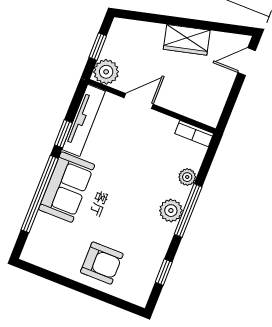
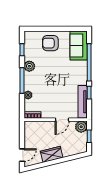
sofa: (67, 187) -> (79, 45), moved
plant: (171, 211) -> (29, 66), moved

